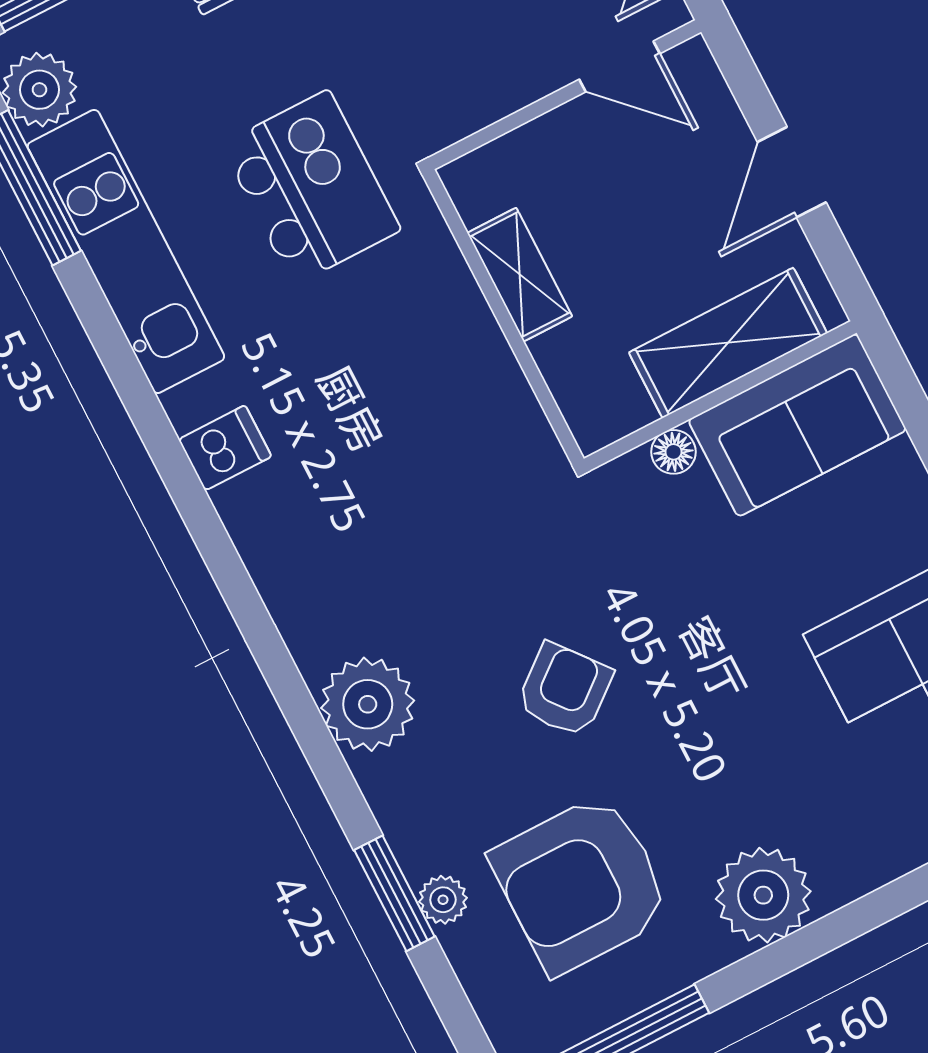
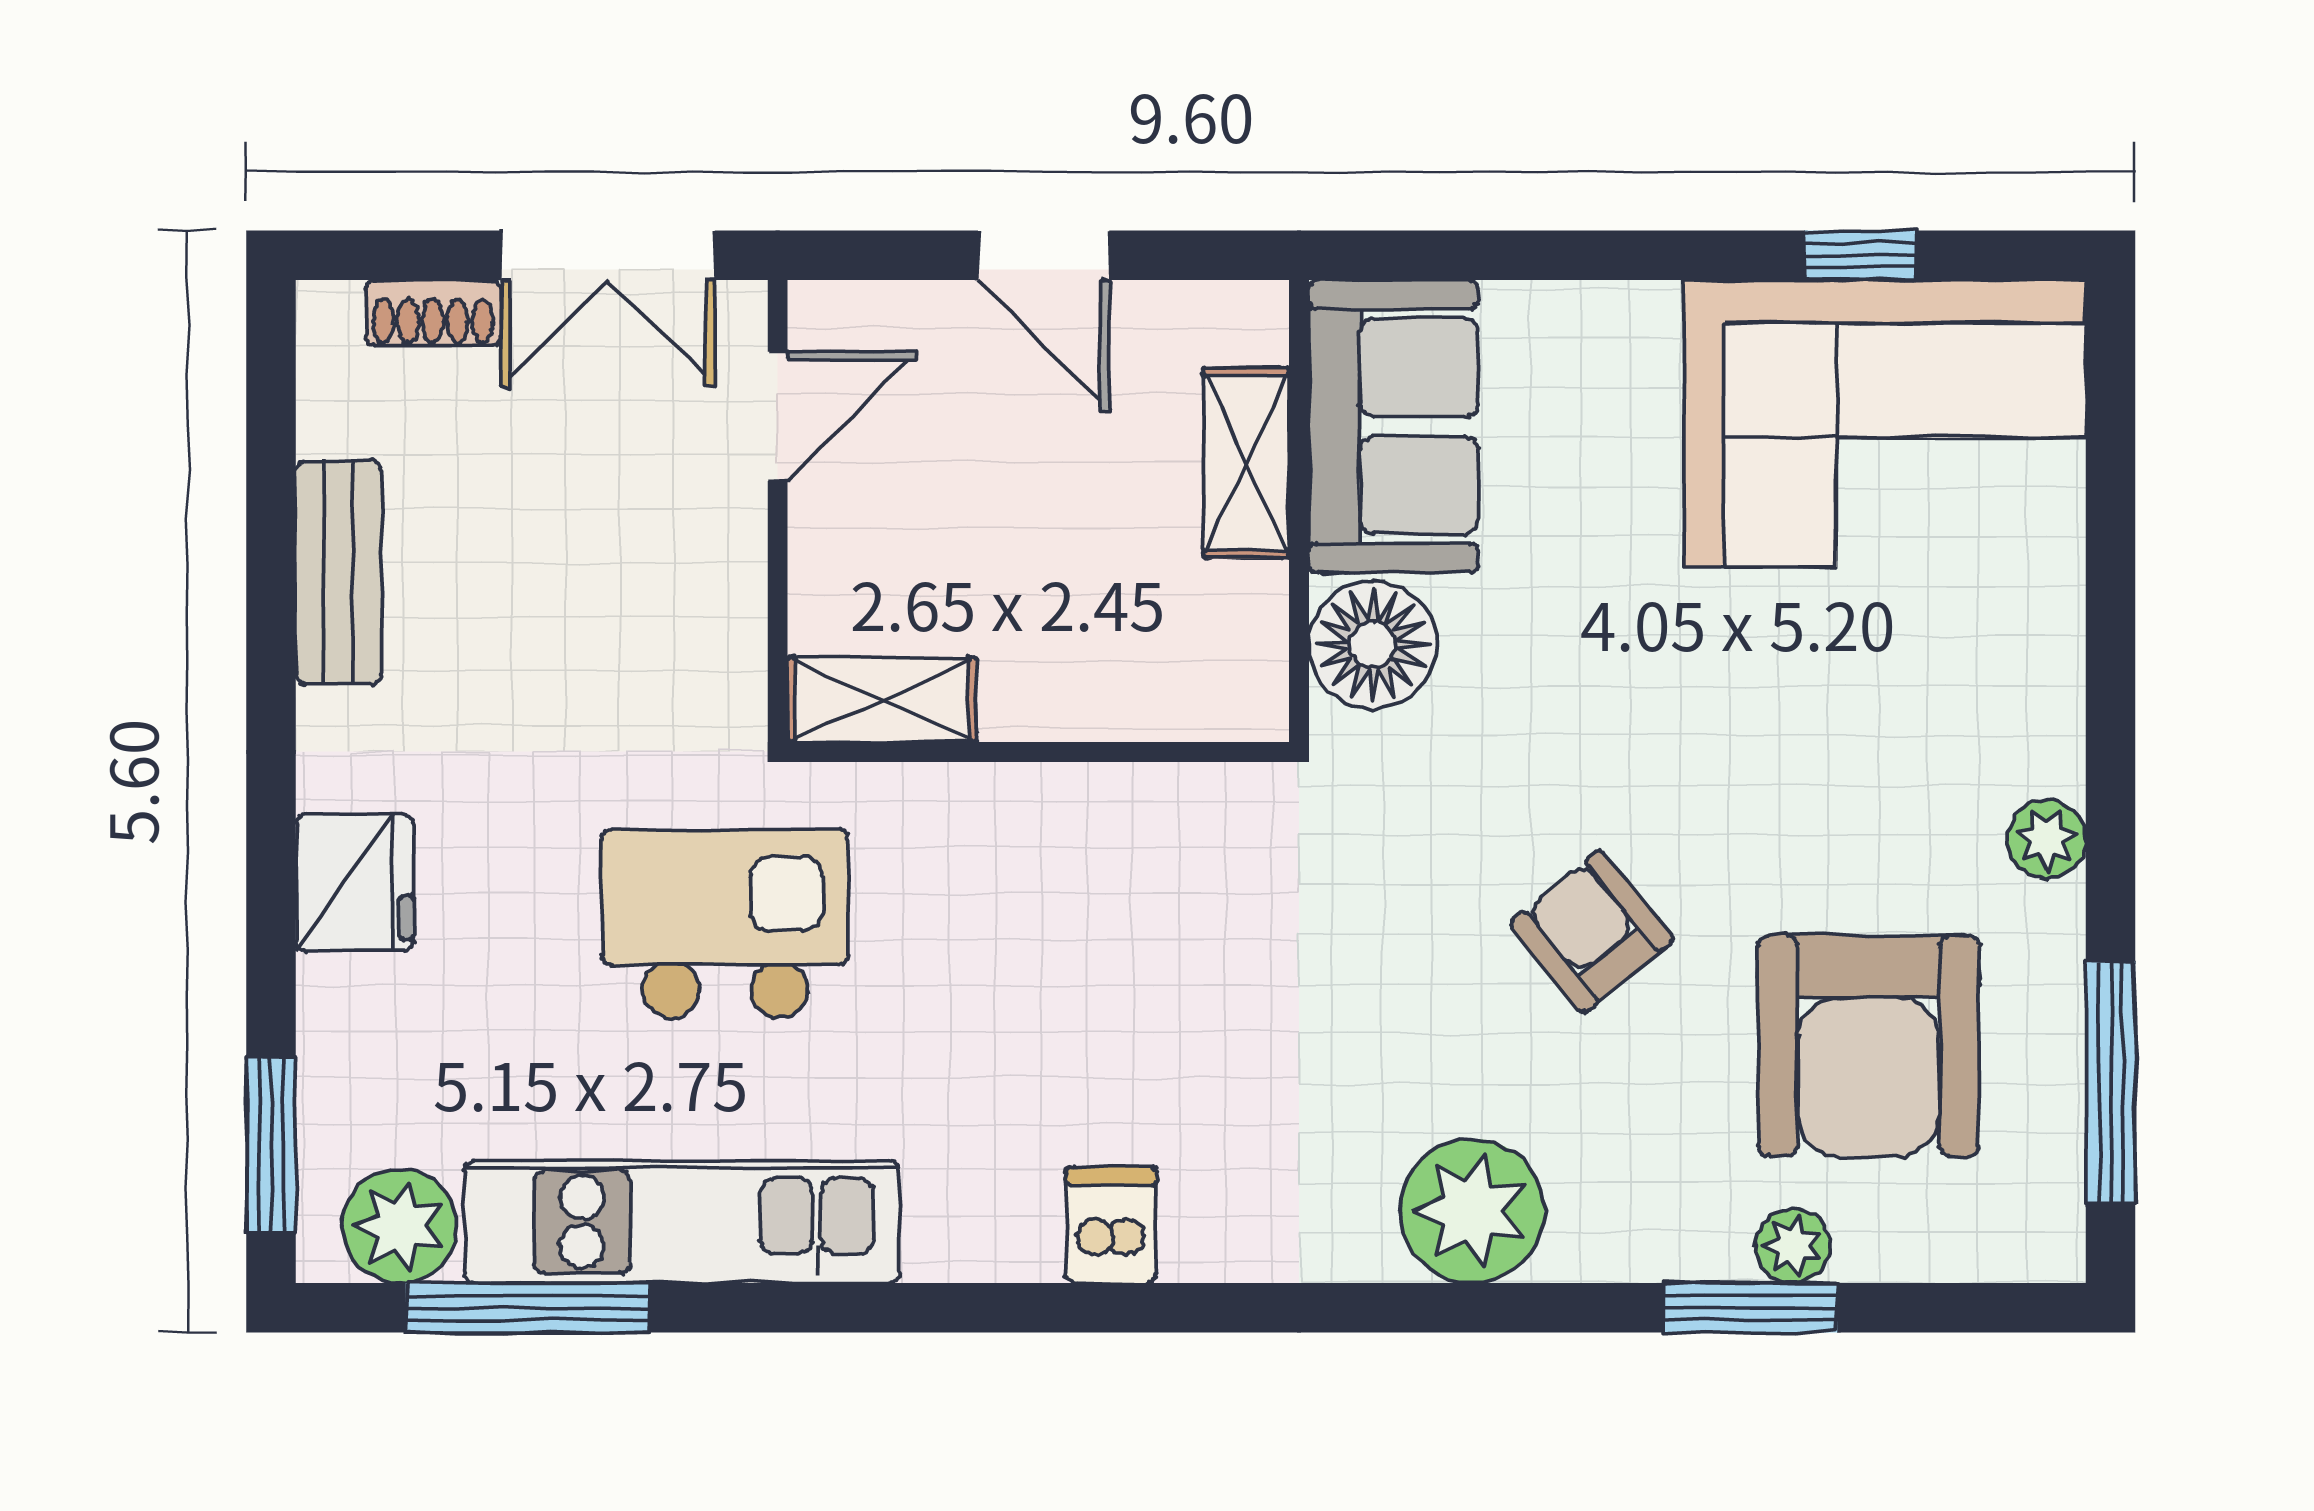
shelving: (520, 275) -> (882, 700), moved
shelving: (728, 343) -> (1246, 463), width x0.67, depth x0.75
dishwasher: (225, 448) -> (1111, 1225), moved
floor lamp: (673, 452) -> (1373, 645), width x1.89, depth x1.89
plant: (763, 895) -> (2047, 839), width x0.53, depth x0.53

